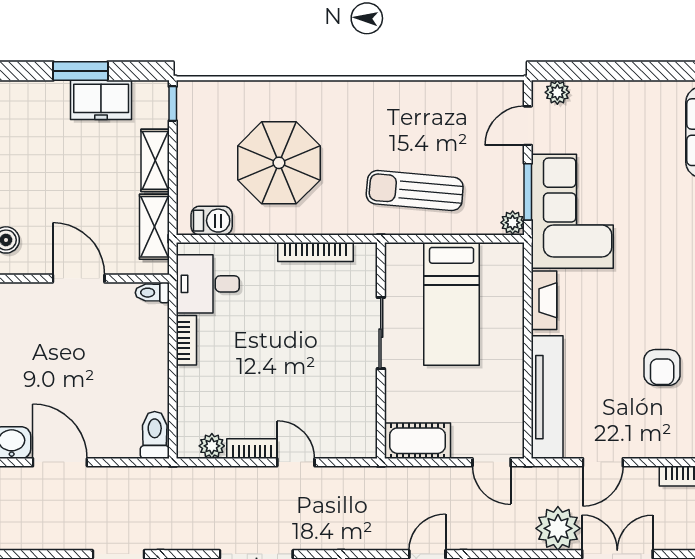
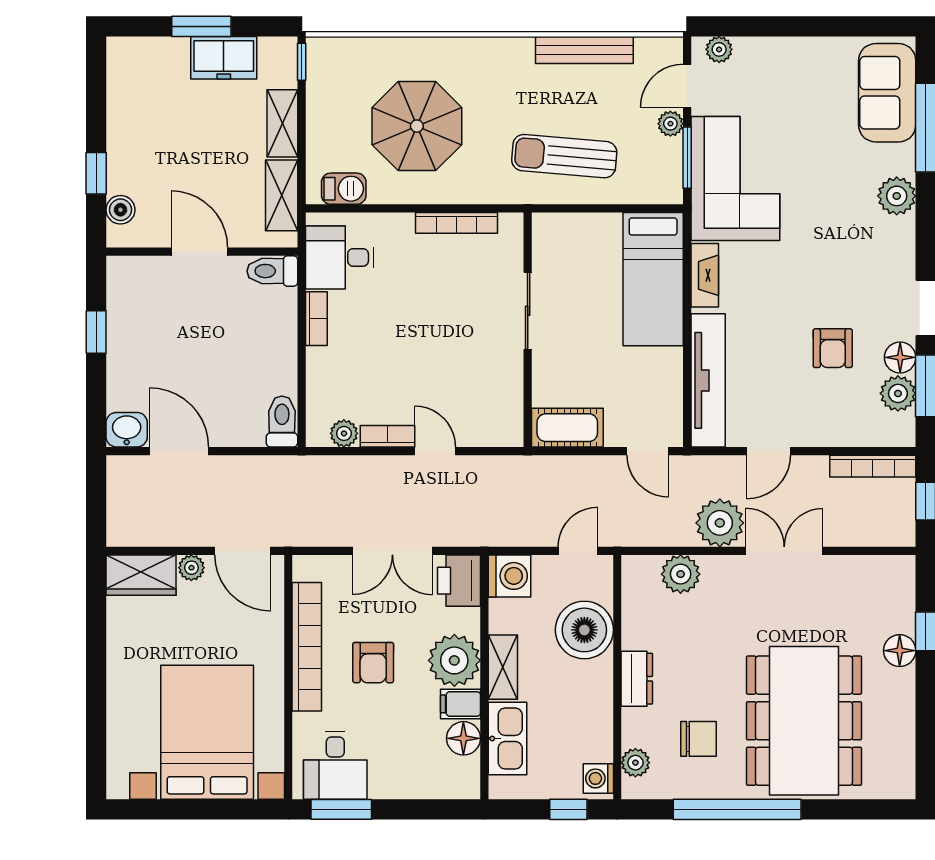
bench: (433, 93) -> (584, 50), added
plant: (513, 223) -> (670, 124), moved
toilet: (152, 293) -> (272, 271), width x1.37, depth x1.39
bed: (452, 304) -> (653, 279), moved

